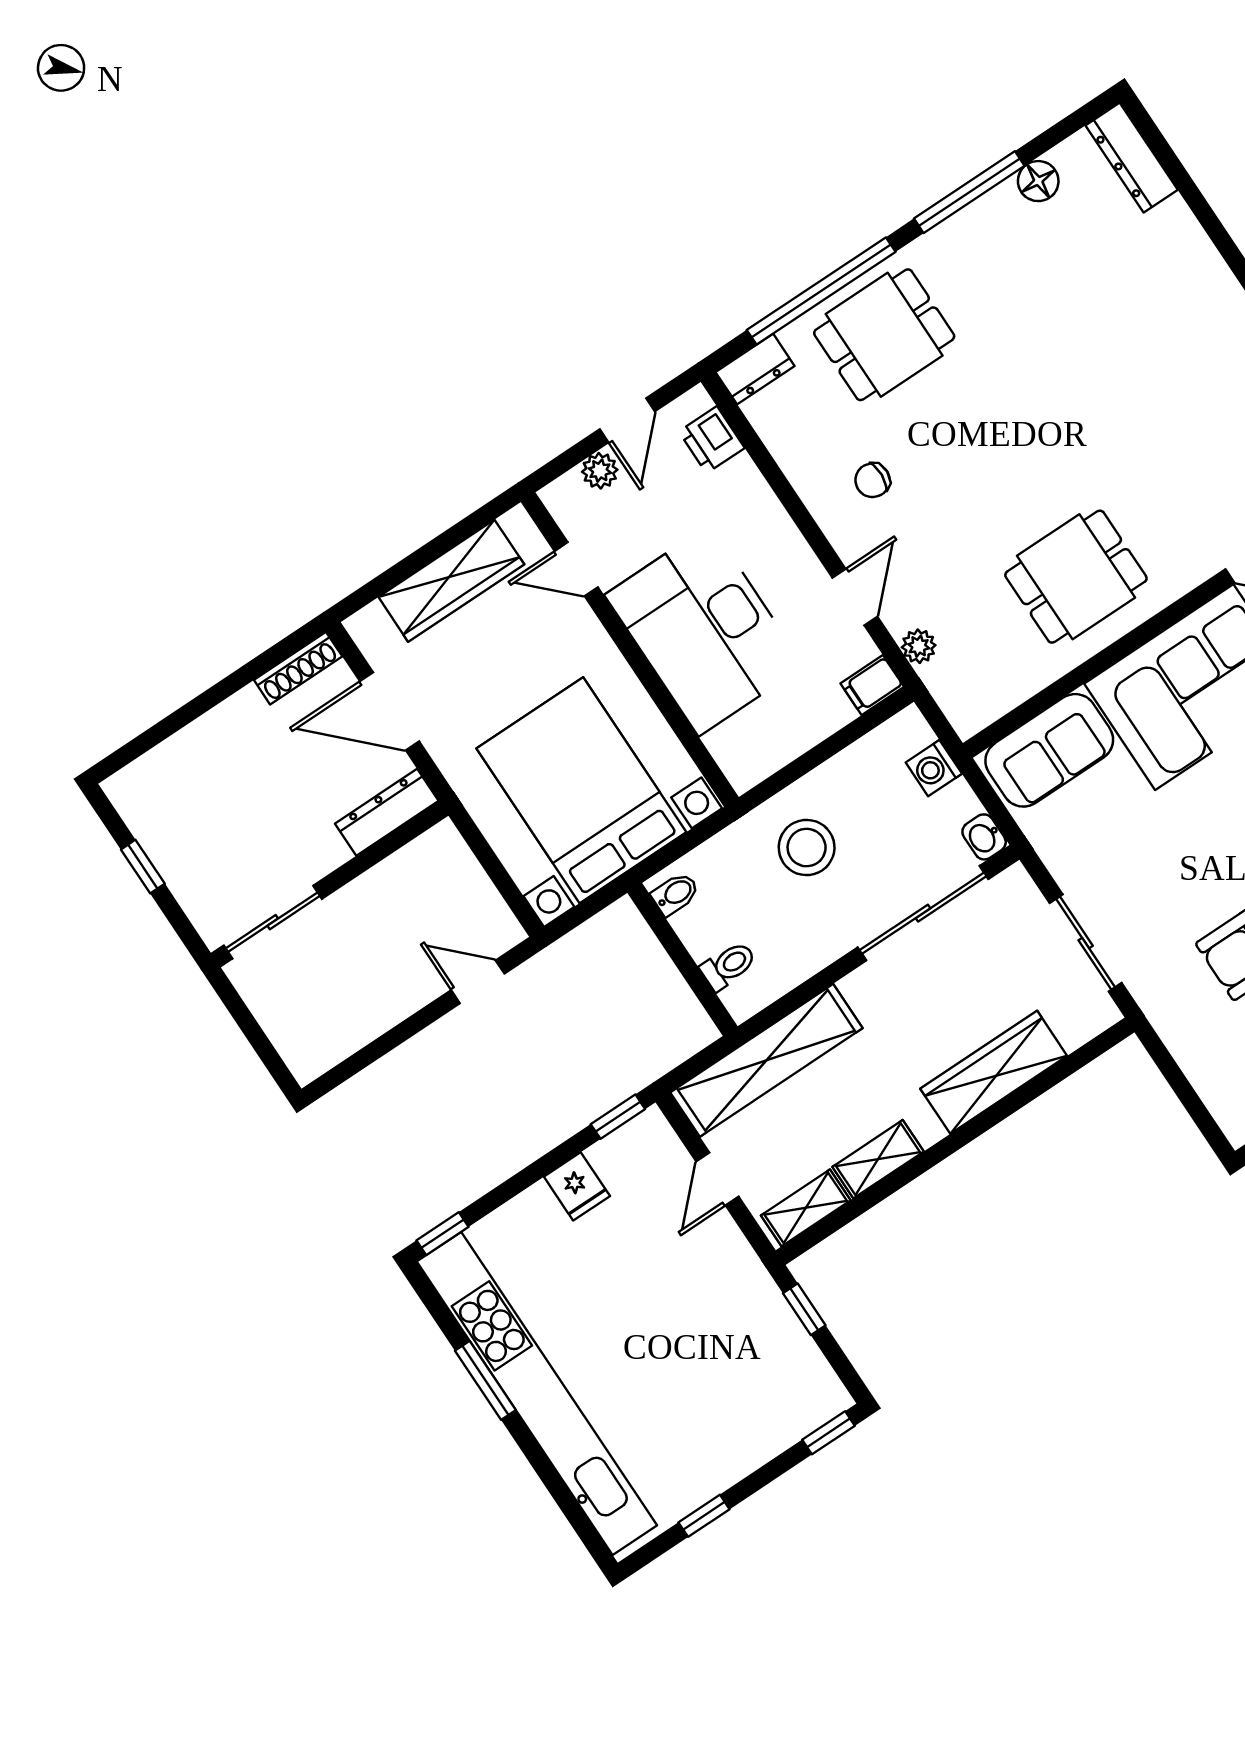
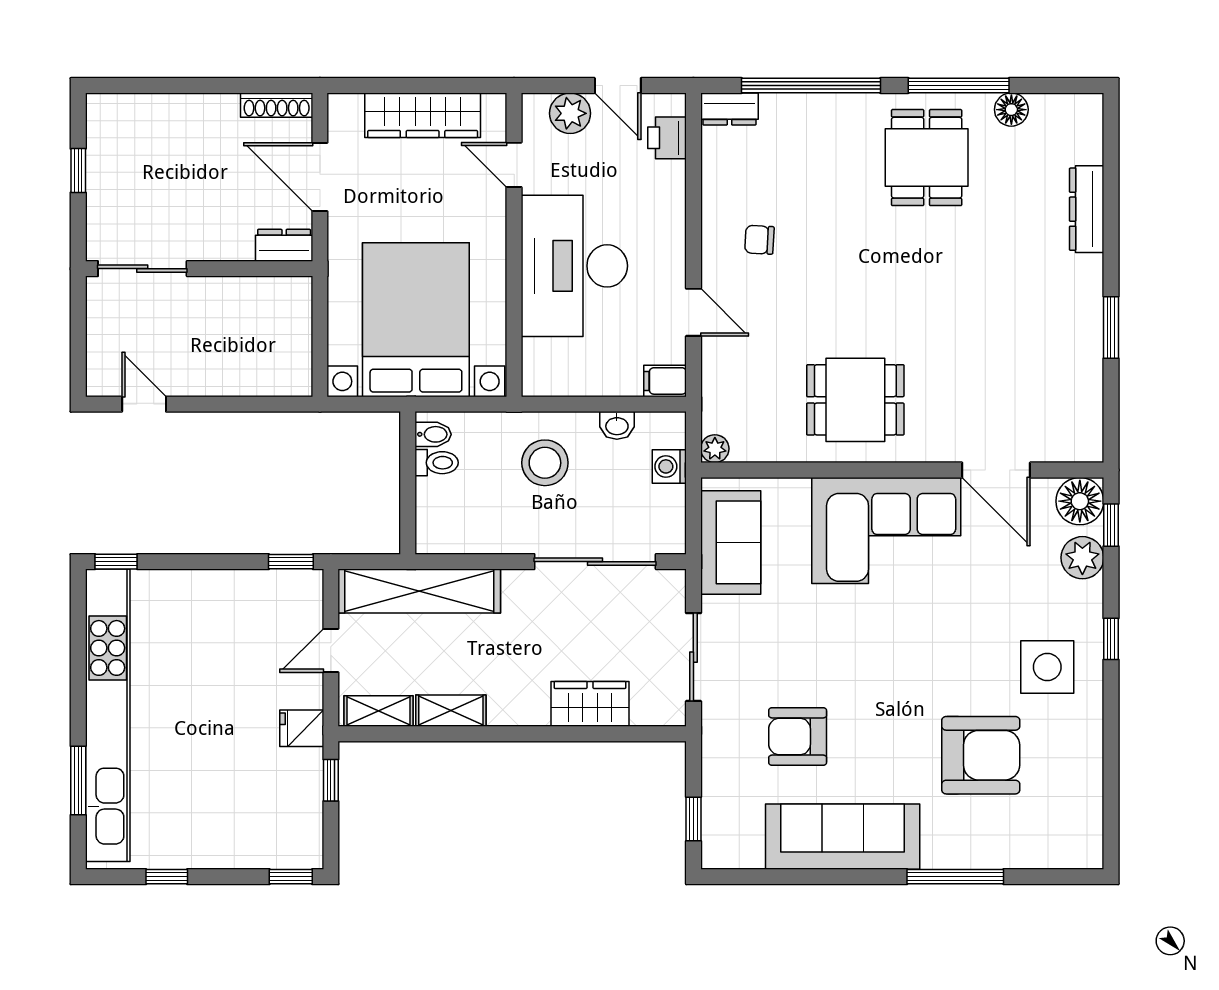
dresser: (1132, 158) -> (1087, 209), moved
dining table: (884, 335) -> (927, 158), moved, turned 90
door: (627, 420) -> (618, 86), hinge flipped
plant: (600, 471) -> (570, 113), width x1.38, depth x1.38
door: (855, 597) -> (693, 312), hinge flipped
plant: (919, 646) -> (715, 449), moved
sofa: (1049, 750) -> (731, 542), moved, turned -90
dresser: (387, 812) -> (284, 245), width x0.70
washbasin: (984, 837) -> (617, 425), moved, turned -90
toilet: (728, 966) -> (437, 463), moved
door: (478, 982) -> (144, 404), moved
wardrobe: (994, 1072) -> (590, 704), width x0.67
window: (1194, 1106) -> (693, 819), added
fridge: (577, 1186) -> (302, 728), moved, turned 90
window: (485, 1380) -> (78, 781), moved

